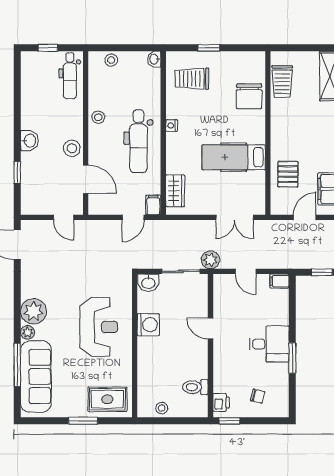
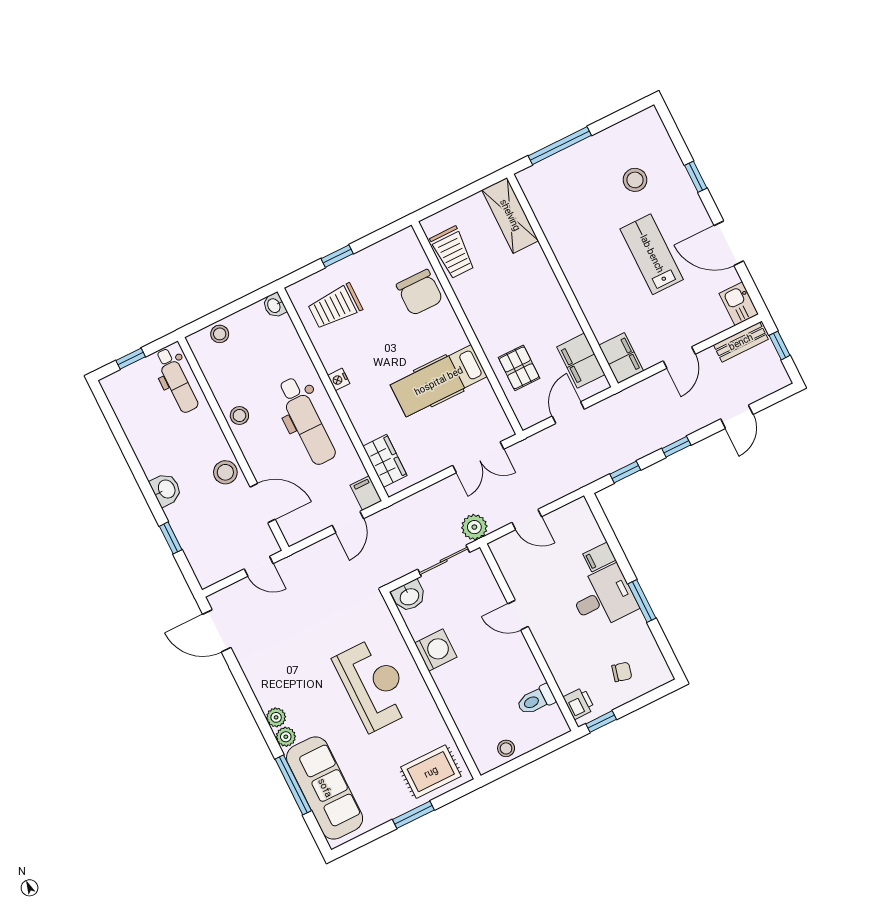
filing cabinet: (279, 281) -> (599, 557), moved
plant: (33, 311) -> (276, 717), width x0.53, depth x0.53

